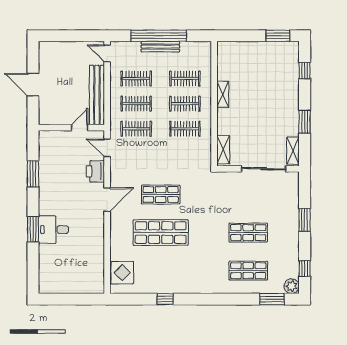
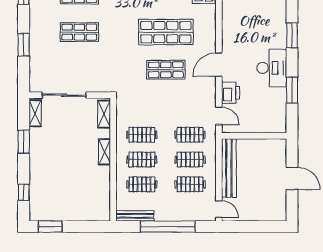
bench: (160, 47) -> (135, 216), moved
shelving: (223, 94) -> (105, 152), moved
door: (80, 128) -> (246, 136), removed
desk: (53, 230) -> (272, 68), moved, width x1.37

